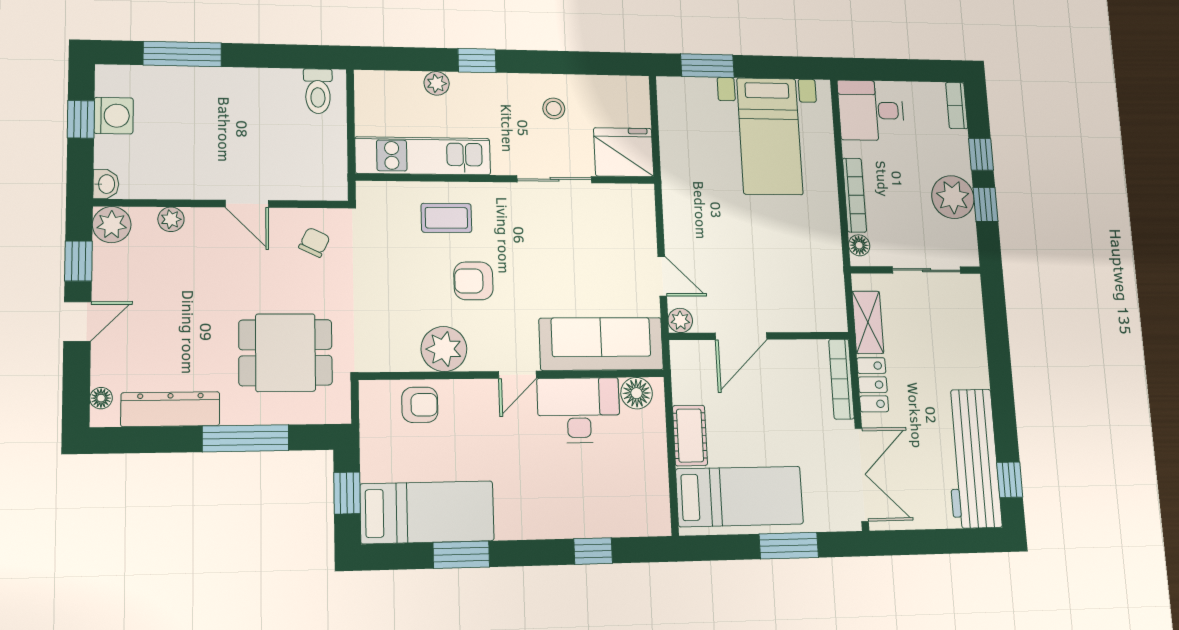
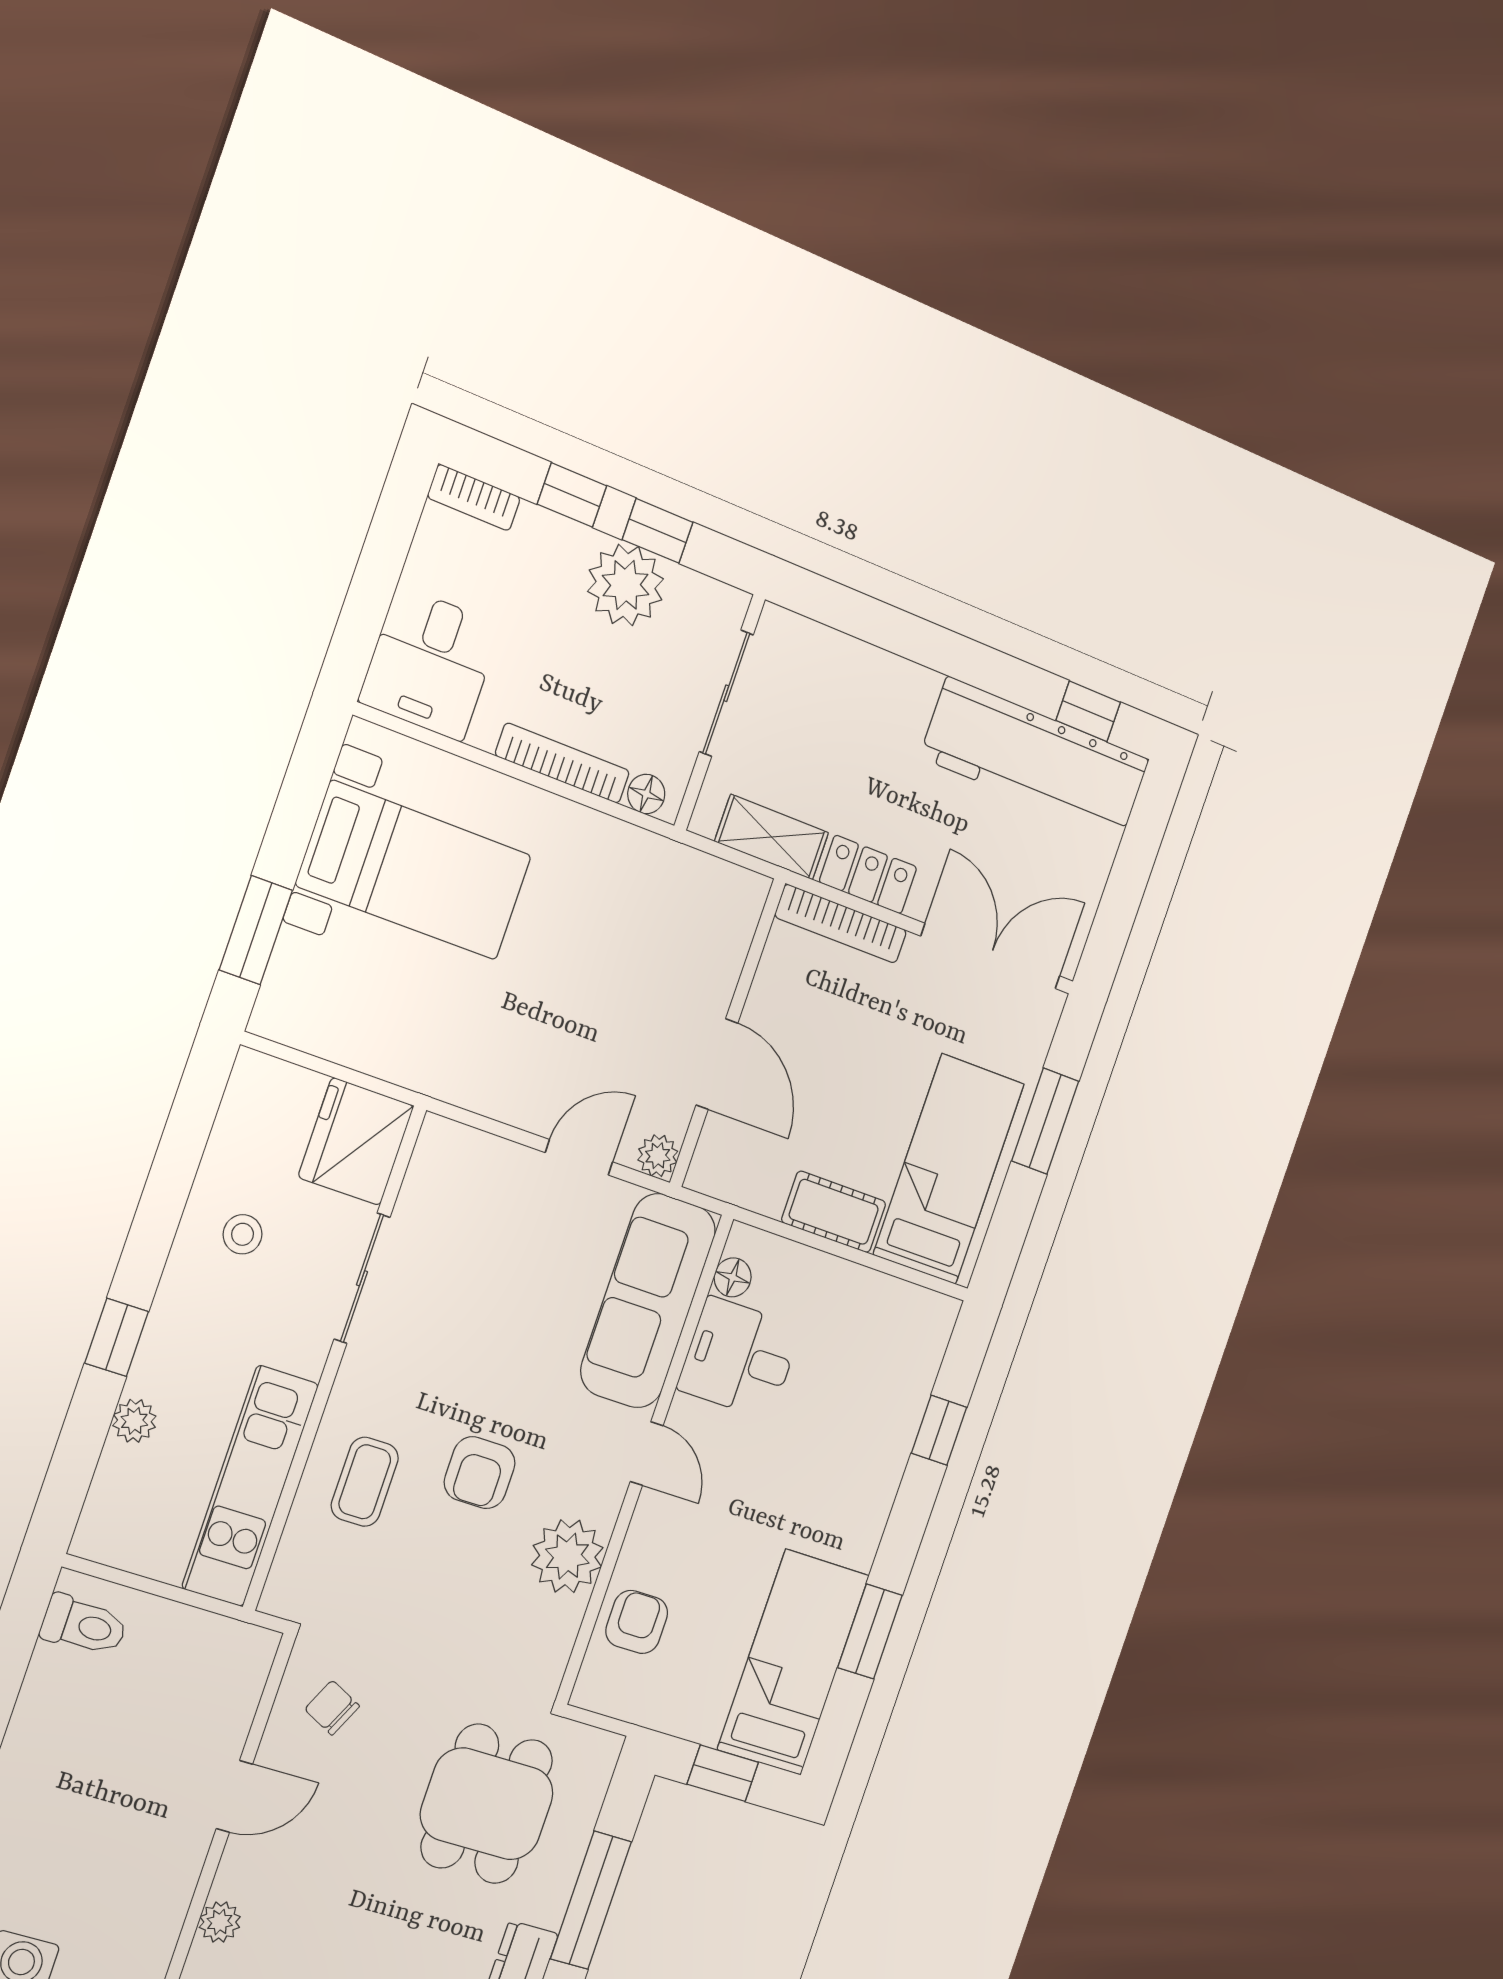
floor lamp: (637, 393) -> (733, 1277), width x0.73, depth x0.73
desk: (579, 410) -> (739, 1358), width x0.73

